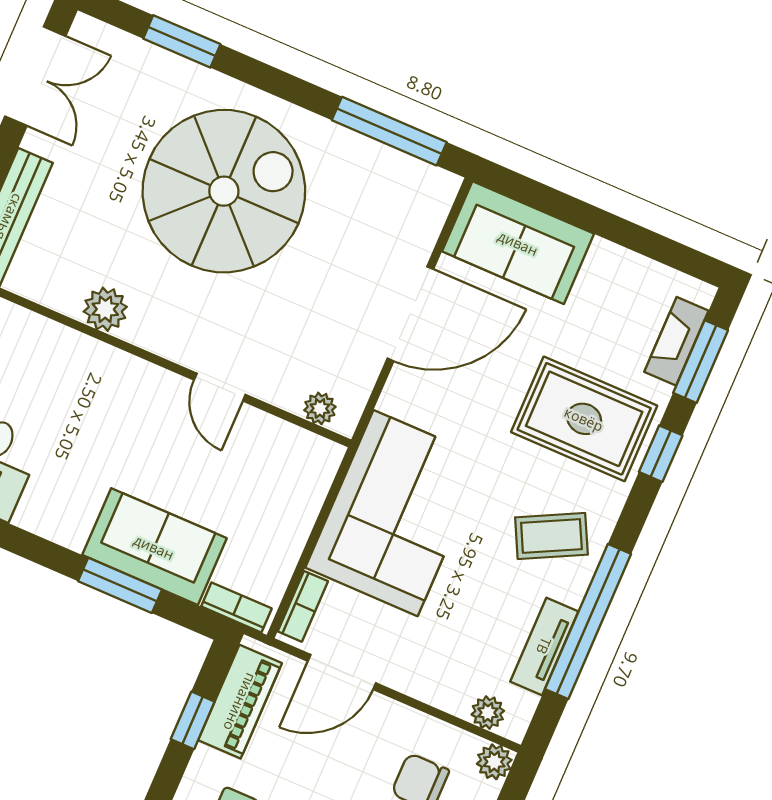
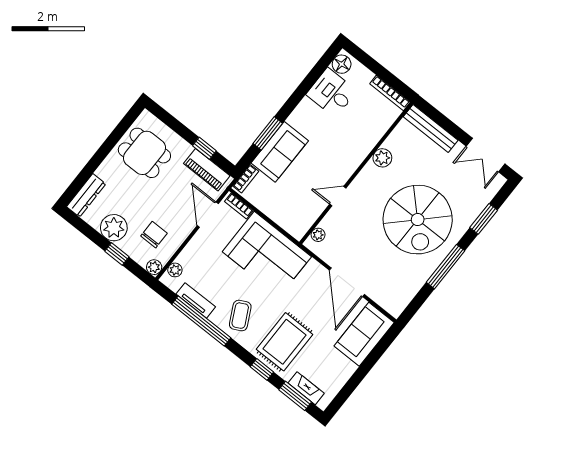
window: (389, 131) -> (446, 267), moved

